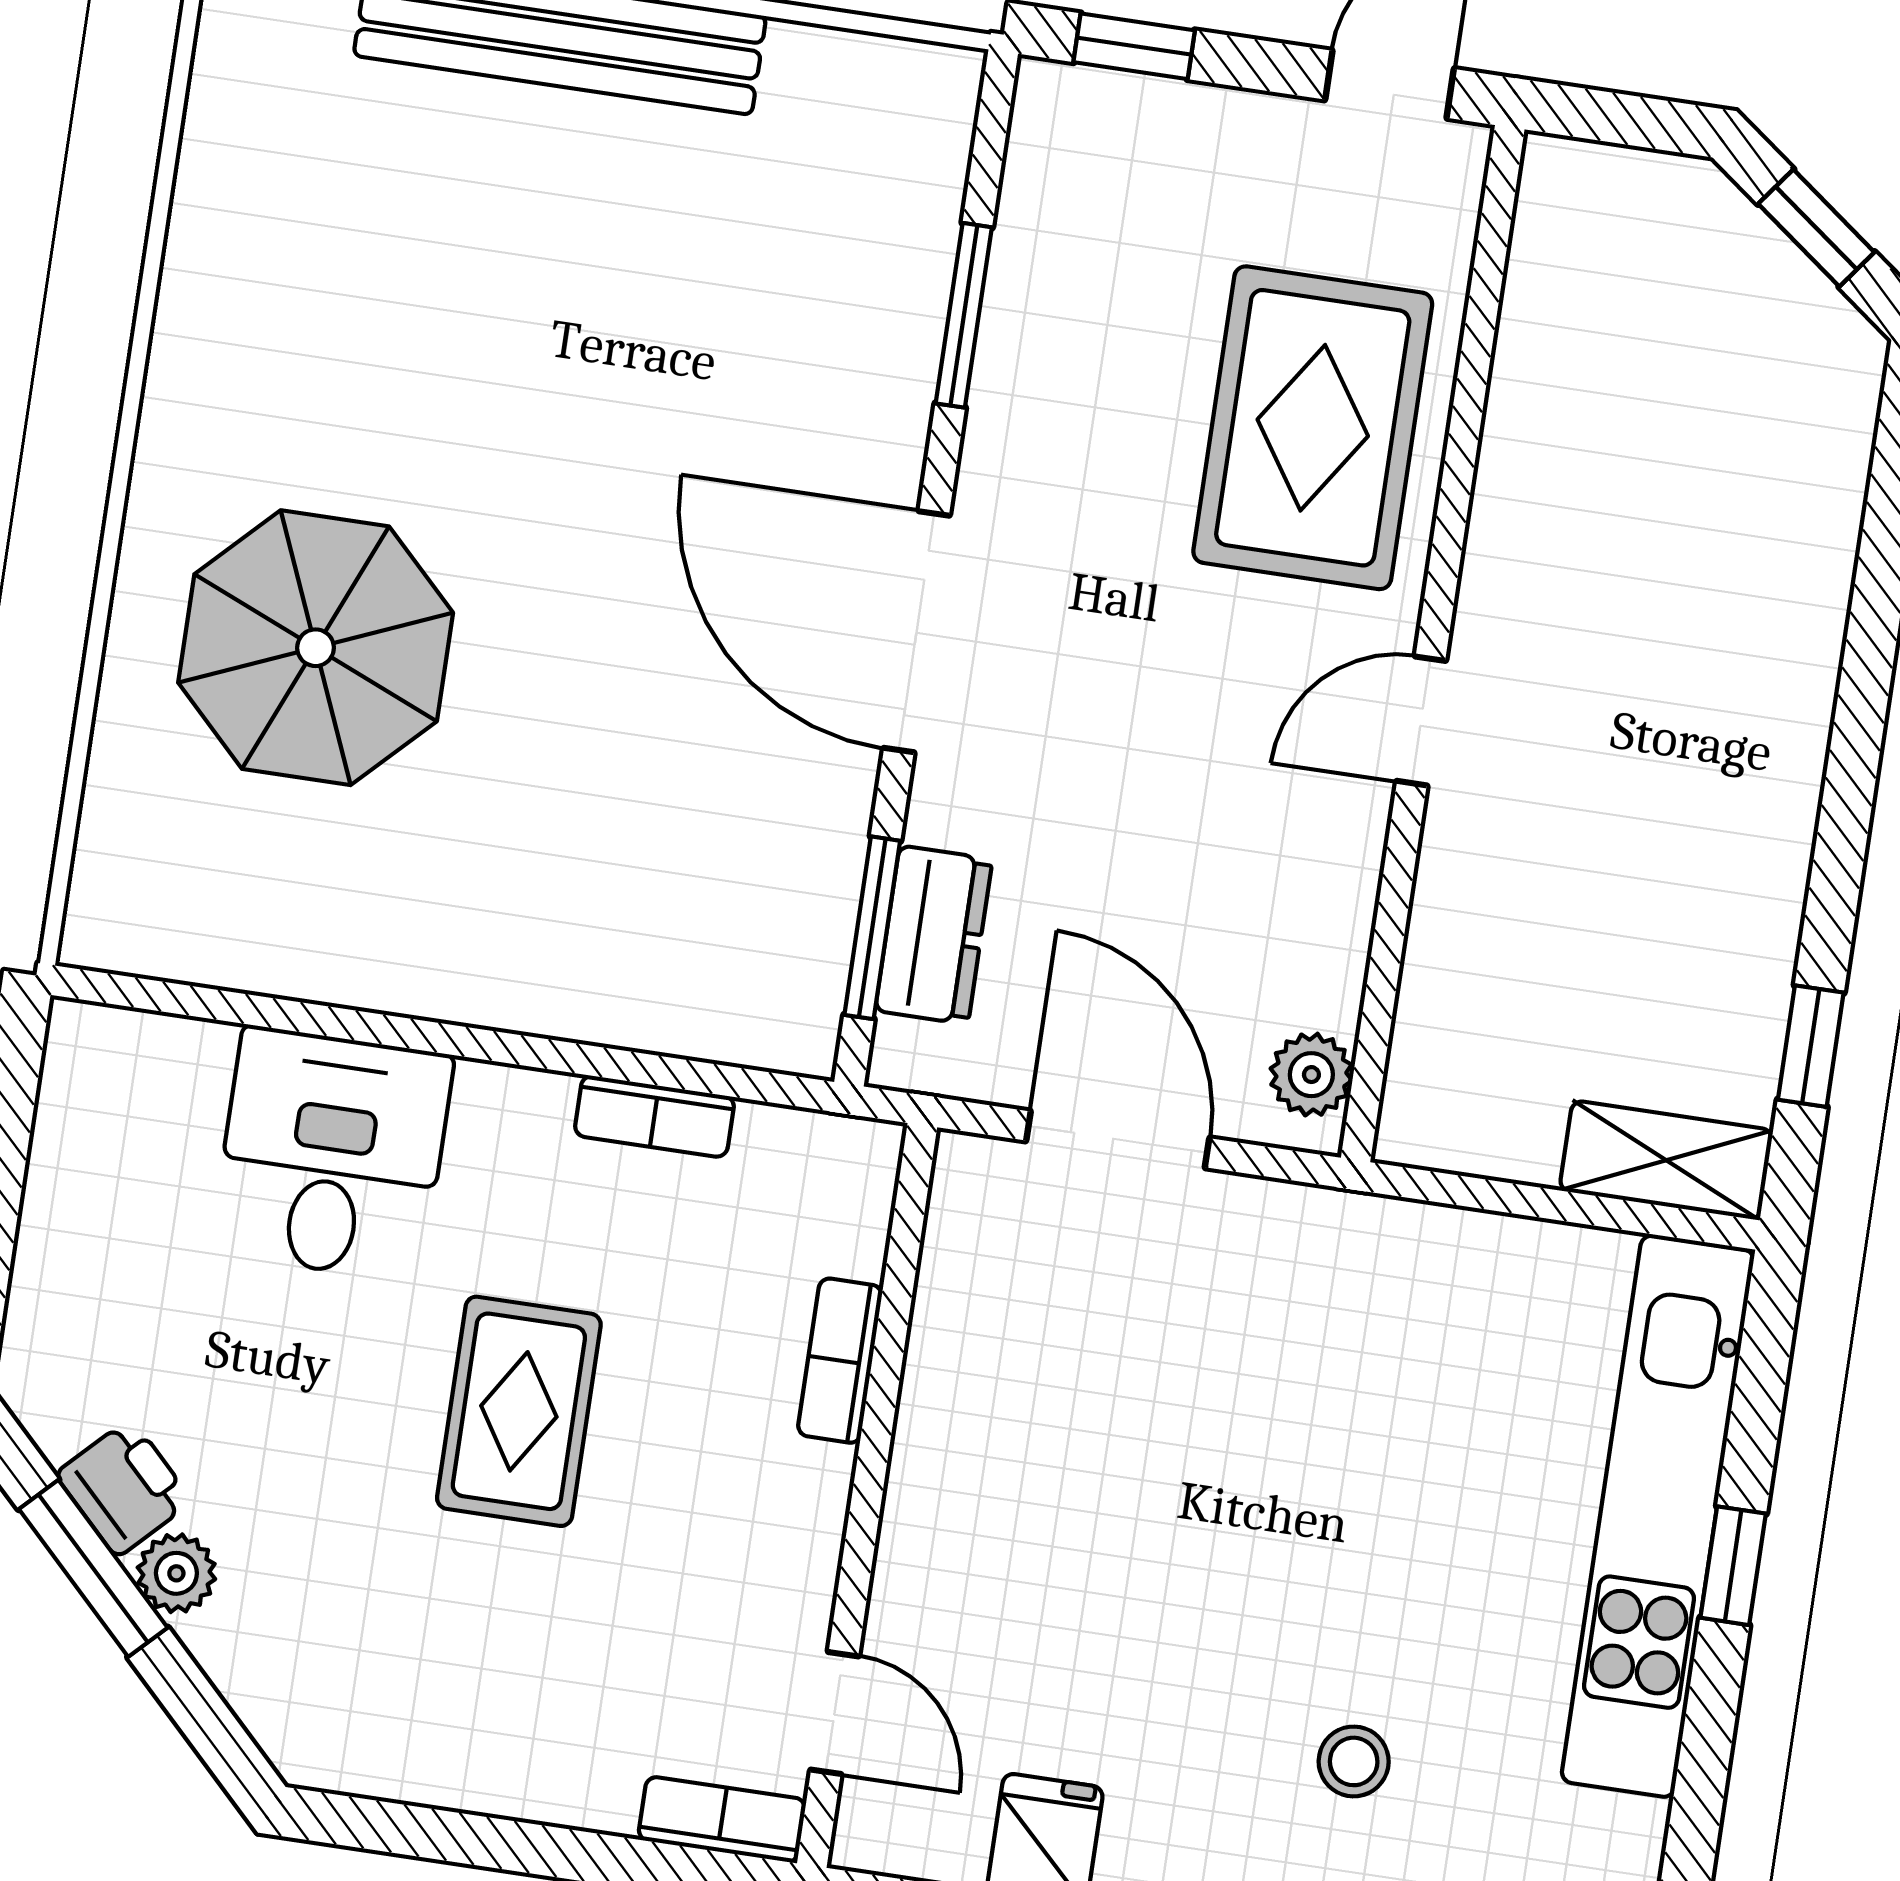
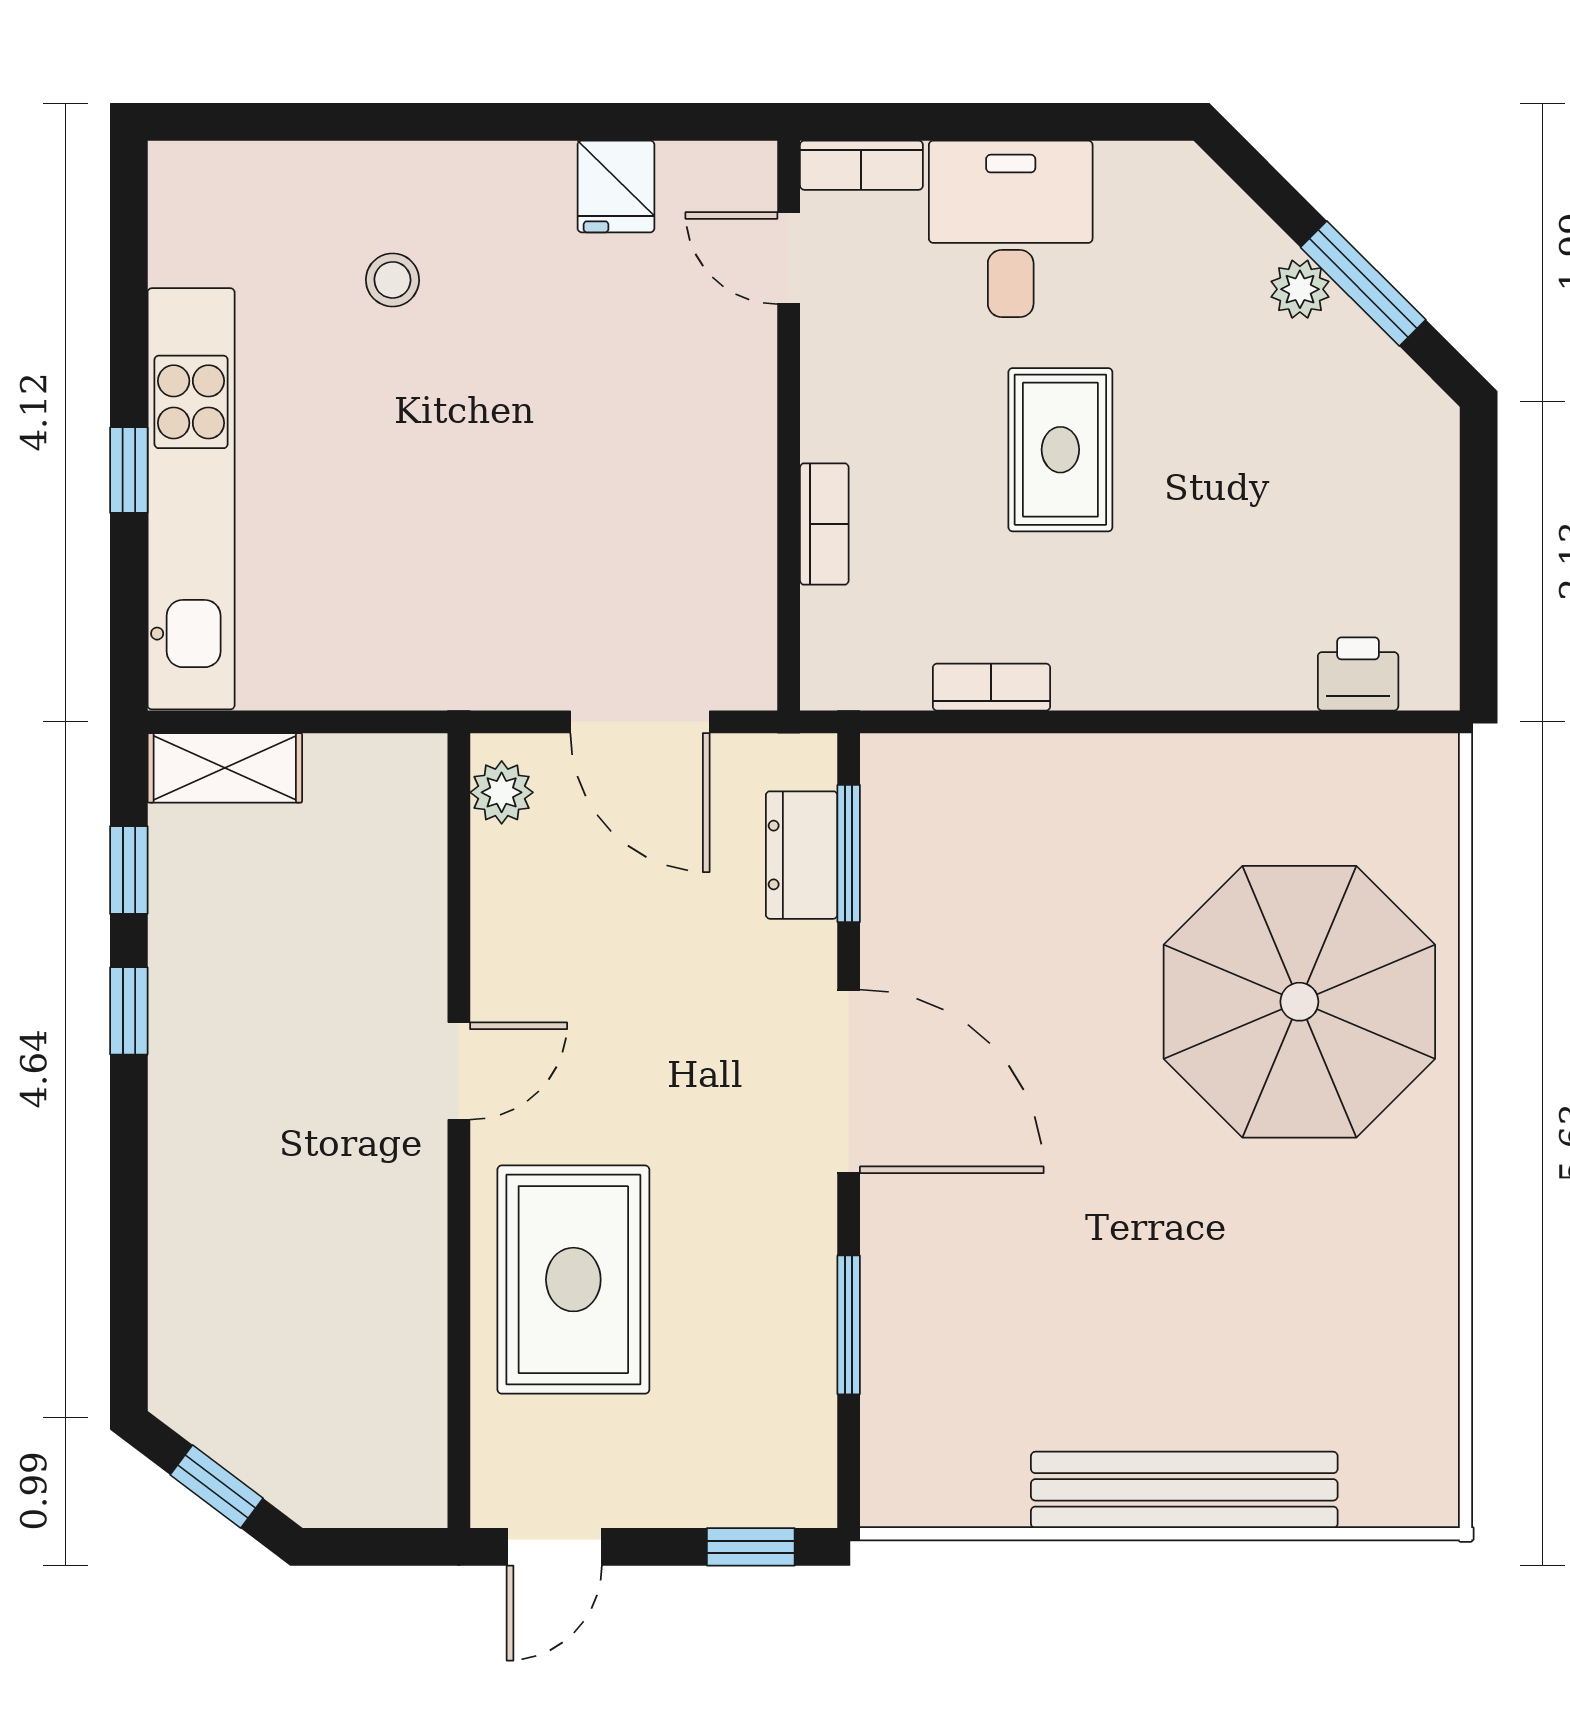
parasol: (316, 648) -> (1299, 1002), width x1.36, depth x1.36
window: (1838, 863) -> (129, 1011), added
desk: (332, 1154) -> (1011, 229), moved, turned 180
printer: (124, 1488) -> (1358, 674), moved, turned 135

